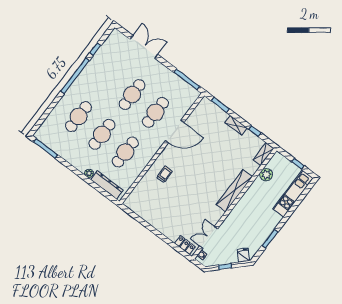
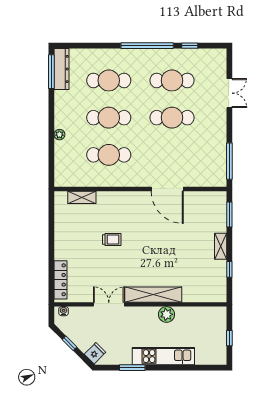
double door: (144, 47) -> (229, 93), width x0.73
cafe table: (155, 112) -> (172, 80), moved
shelving: (263, 154) -> (82, 197), moved
trolley: (165, 175) -> (112, 240), moved
plant: (266, 175) -> (167, 314), moved
dresser: (107, 185) -> (61, 69), moved
kitchen unit: (293, 193) -> (163, 356), moved
double door: (209, 237) -> (109, 304), moved
locker: (185, 245) -> (60, 280), width x1.53

